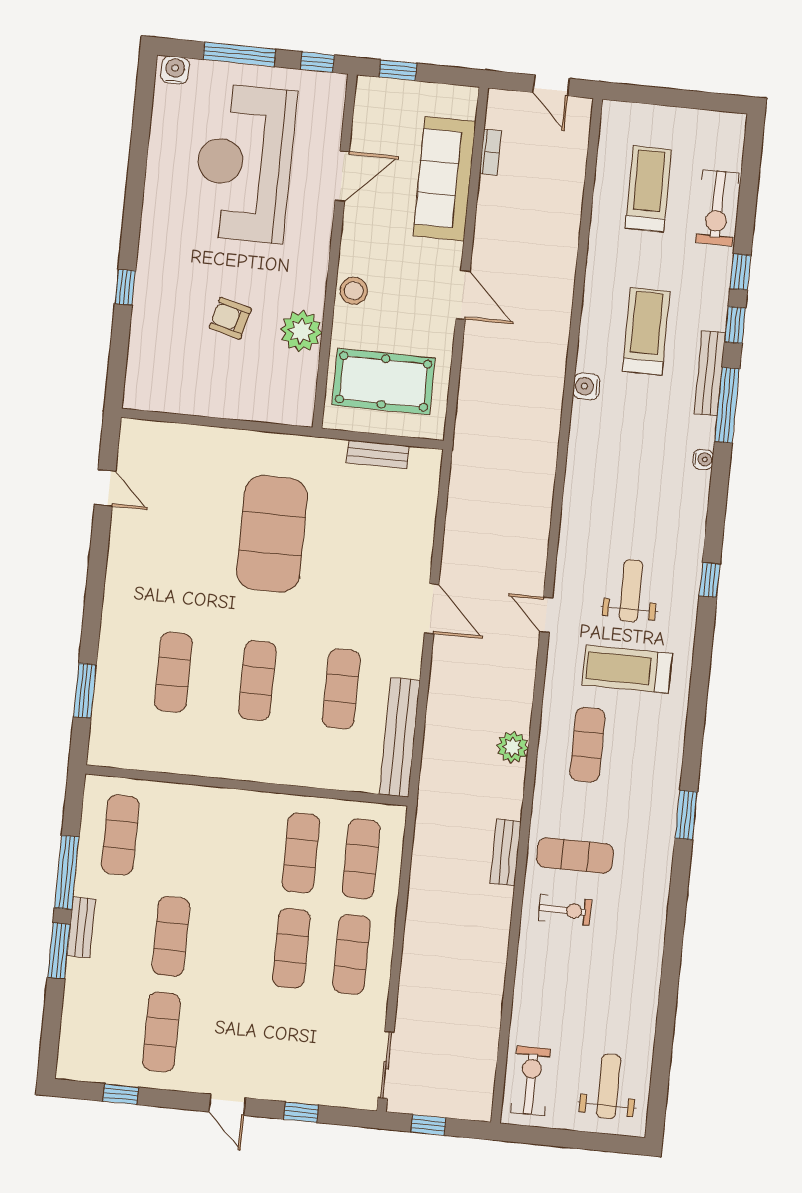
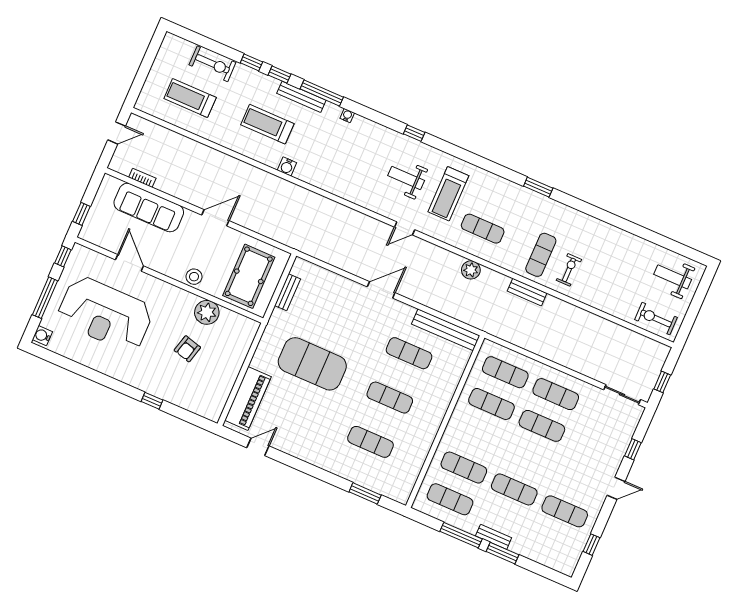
piano: (180, 445) -> (248, 398), added
exercise mat: (181, 841) -> (464, 468), added

